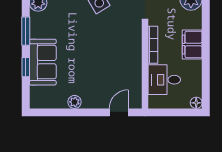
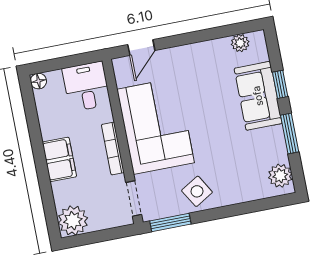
corner sofa: (119, 55) -> (156, 126), added
desk: (164, 80) -> (86, 86), moved, turned -90
plant: (75, 102) -> (240, 43), moved

